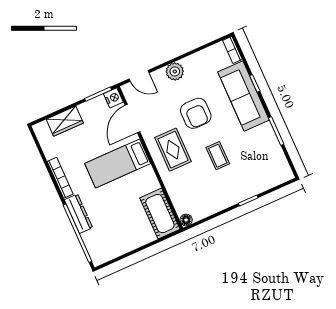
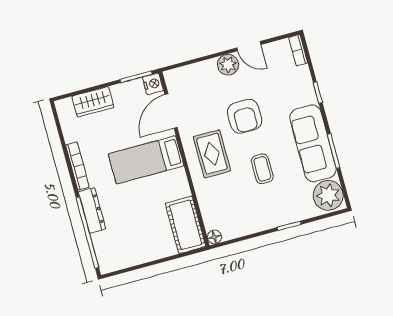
door: (139, 76) -> (249, 46), moved
sofa: (244, 96) -> (313, 143), moved
plant: (277, 169) -> (328, 195), added

